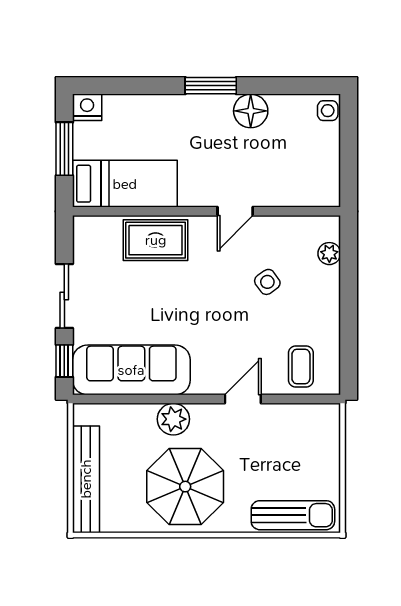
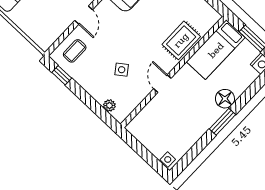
floor lamp: (251, 111) -> (225, 99), moved
window: (349, 353) -> (62, 75), added
coffee table: (301, 366) -> (75, 51), turned 90

